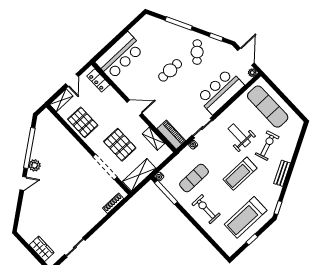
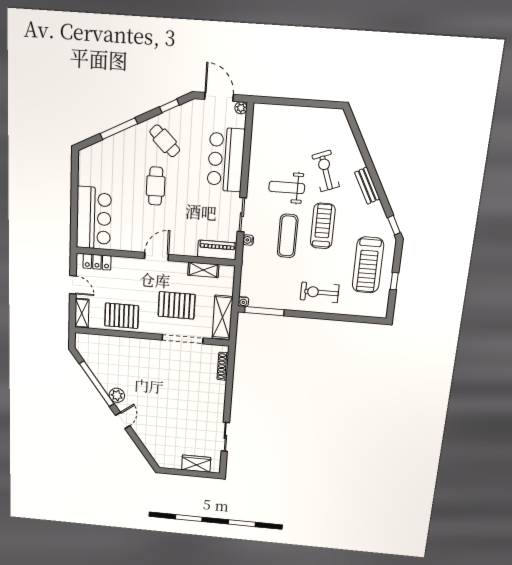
exercise mat: (268, 107) -> (290, 129), removed
treadmill: (240, 174) -> (323, 226), turned 180
exercise mat: (194, 178) -> (288, 236), moved

